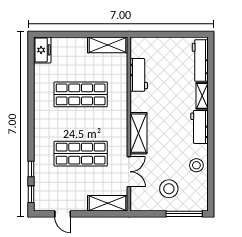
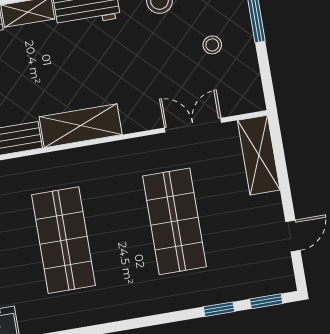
shelving: (138, 133) -> (81, 126), moved
stool: (169, 189) -> (212, 45), width x0.53, depth x0.53

